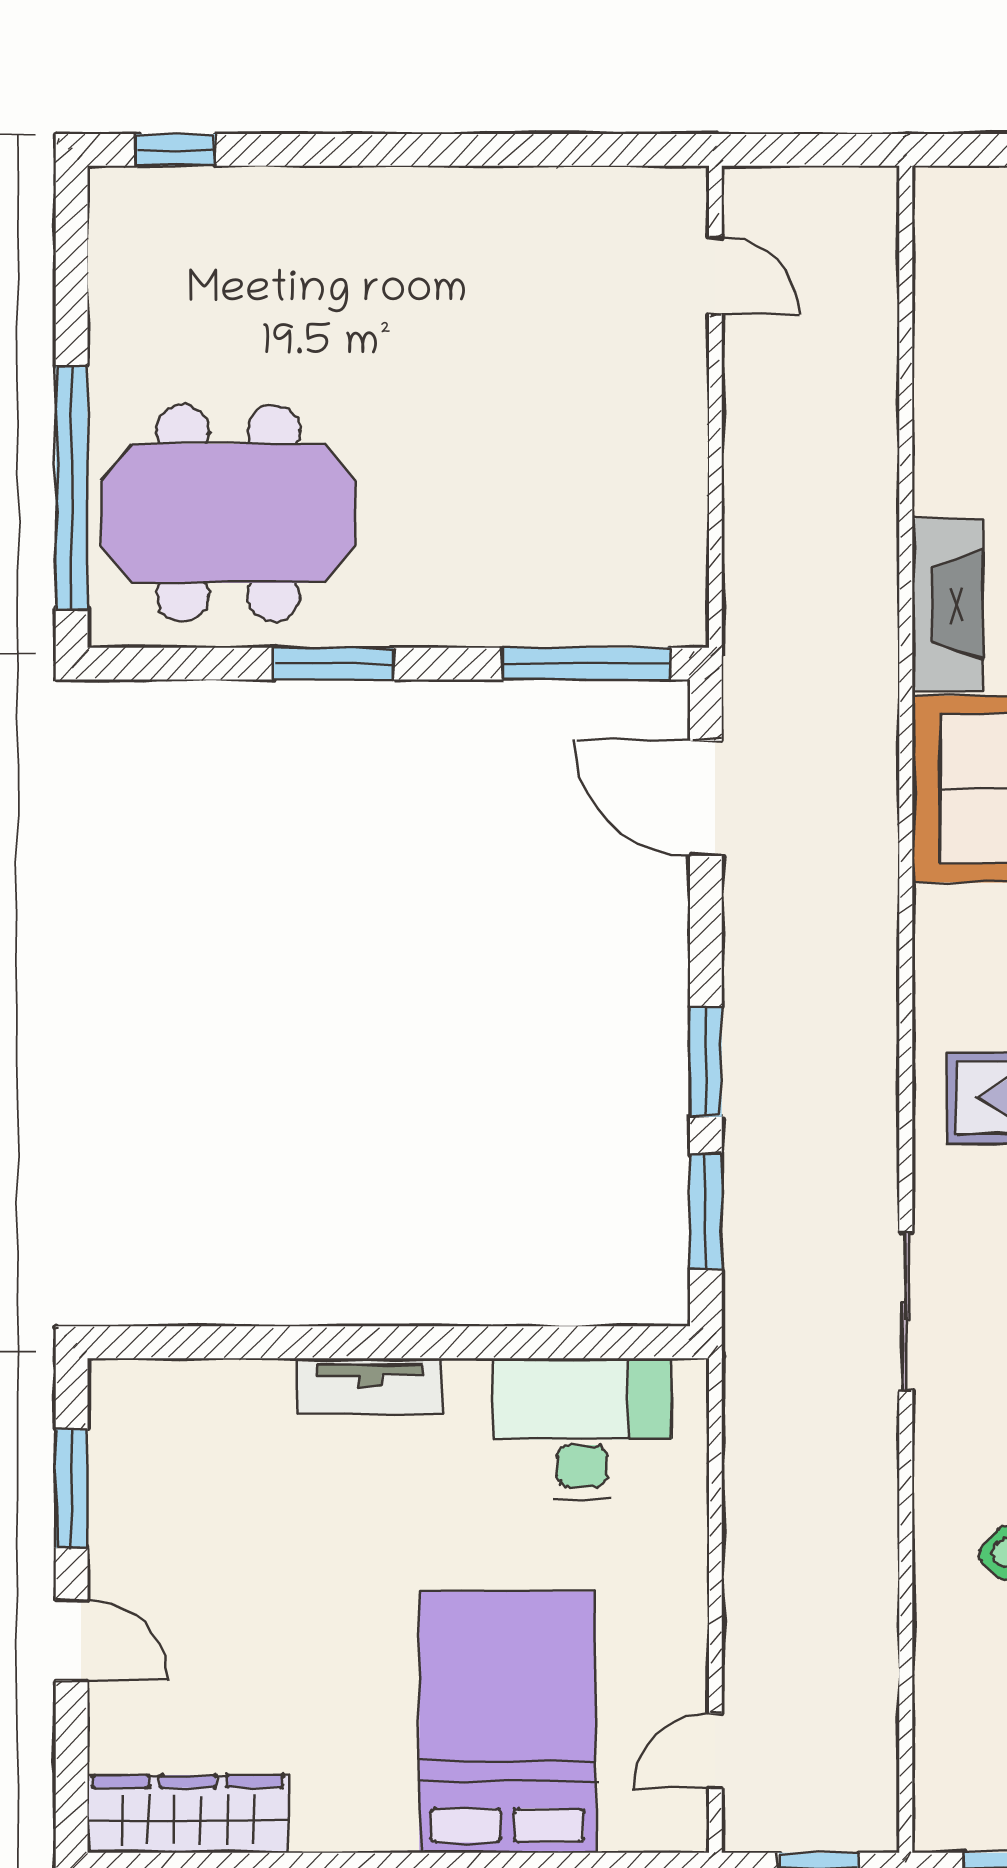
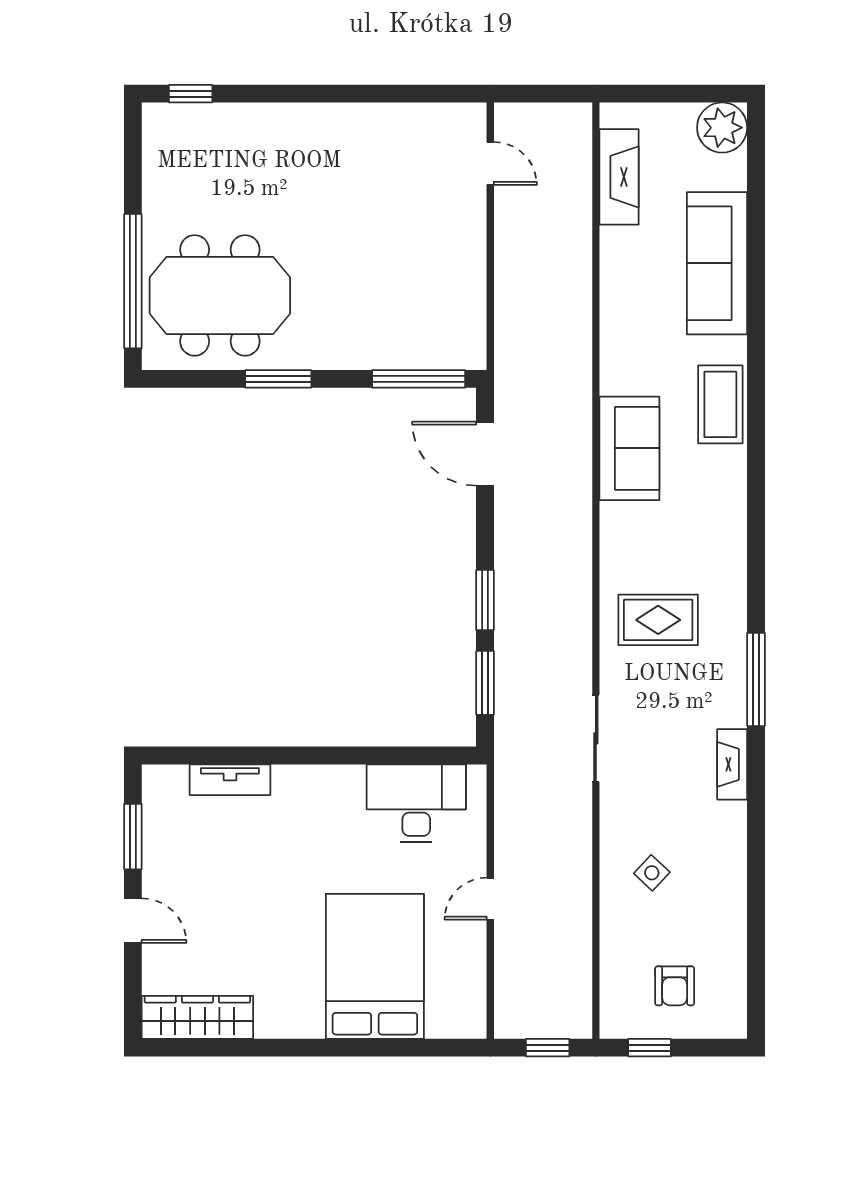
fireplace: (947, 604) -> (619, 177), moved
tv unit: (370, 1386) -> (230, 780), moved
door: (715, 1751) -> (490, 899), moved

